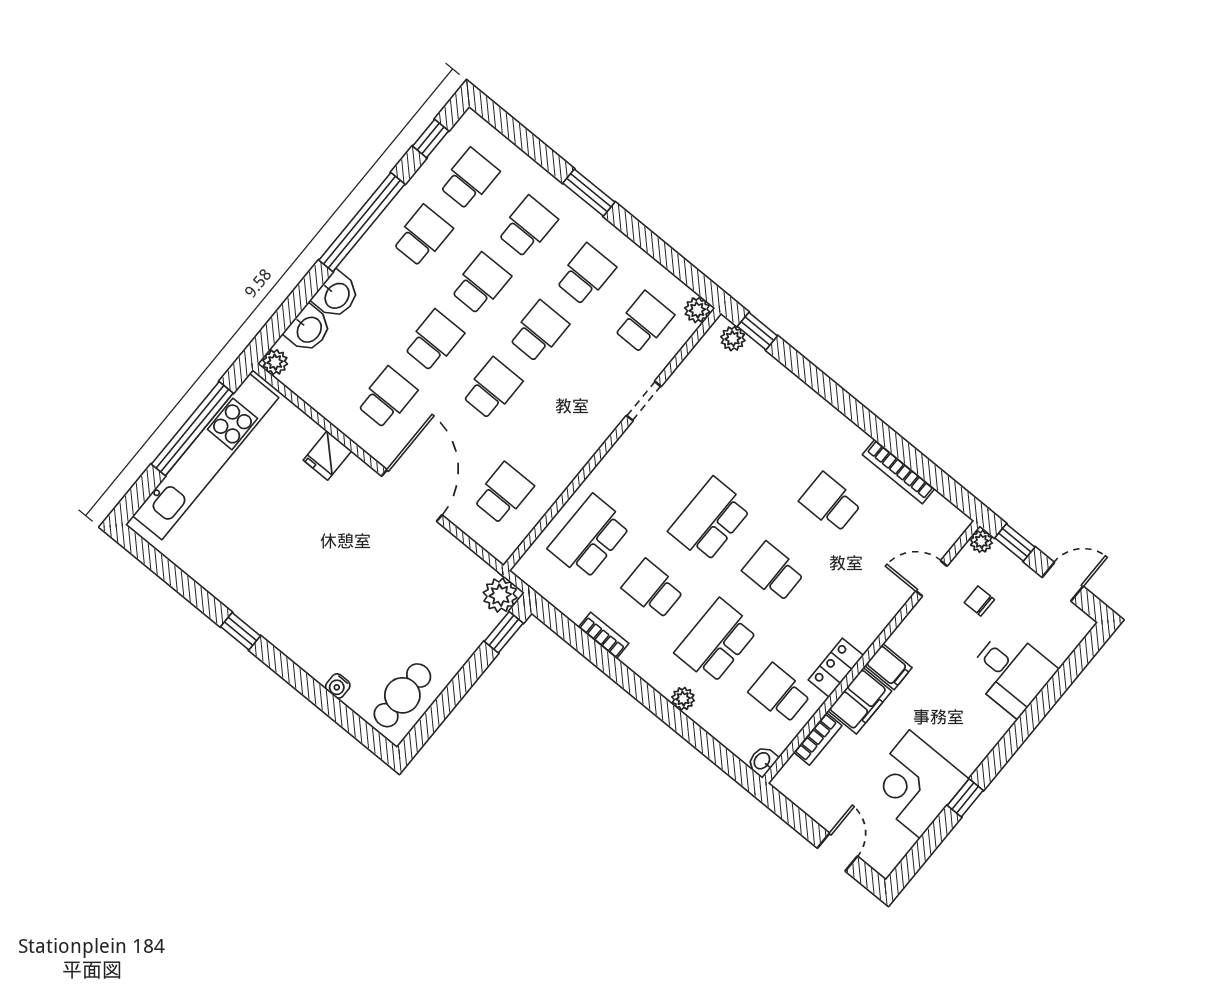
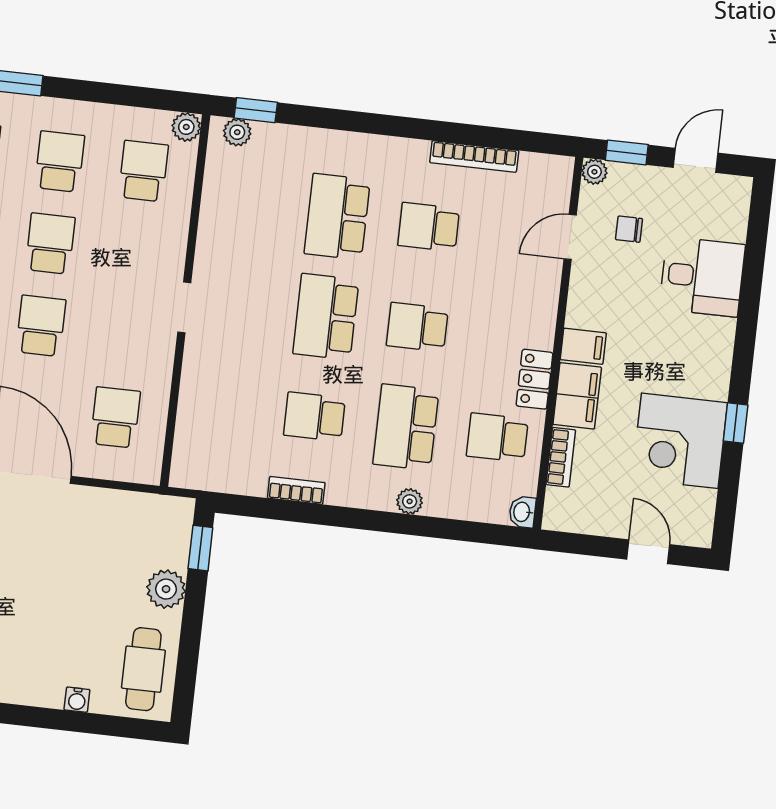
doorway: (644, 401) -> (184, 307), moved
school desk: (589, 537) -> (337, 217), moved
plant: (500, 595) -> (166, 589), moved

